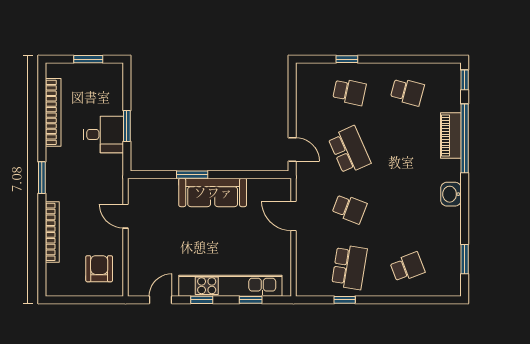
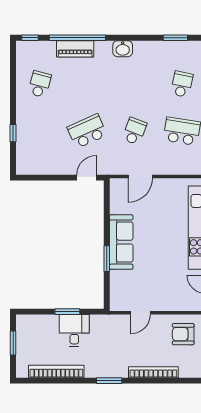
school desk: (349, 92) -> (40, 131), removed
school desk: (407, 267) -> (182, 84), turned 33

